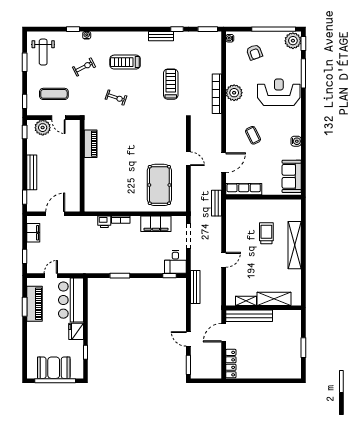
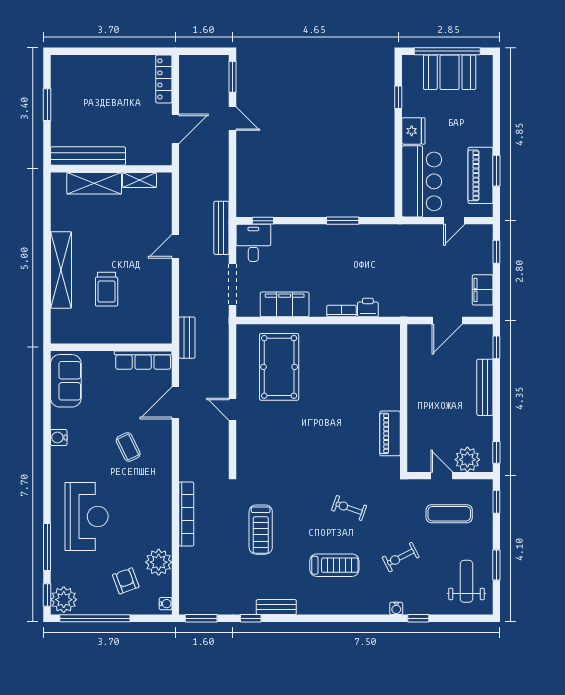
reception desk: (279, 92) -> (87, 516), turned -90
plant: (234, 93) -> (159, 562), moved
bench: (195, 287) -> (221, 228), moved
bench: (249, 316) -> (88, 156), moved

